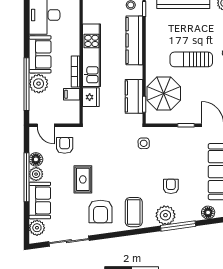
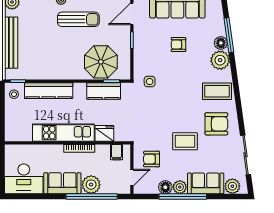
sun lounger: (191, 59) -> (78, 19), moved, turned -90
filing cabinet: (72, 94) -> (117, 152), moved
armchair: (171, 186) -> (178, 45), moved
floor lamp: (208, 212) -> (221, 43), moved
window: (178, 226) -> (229, 35), moved

